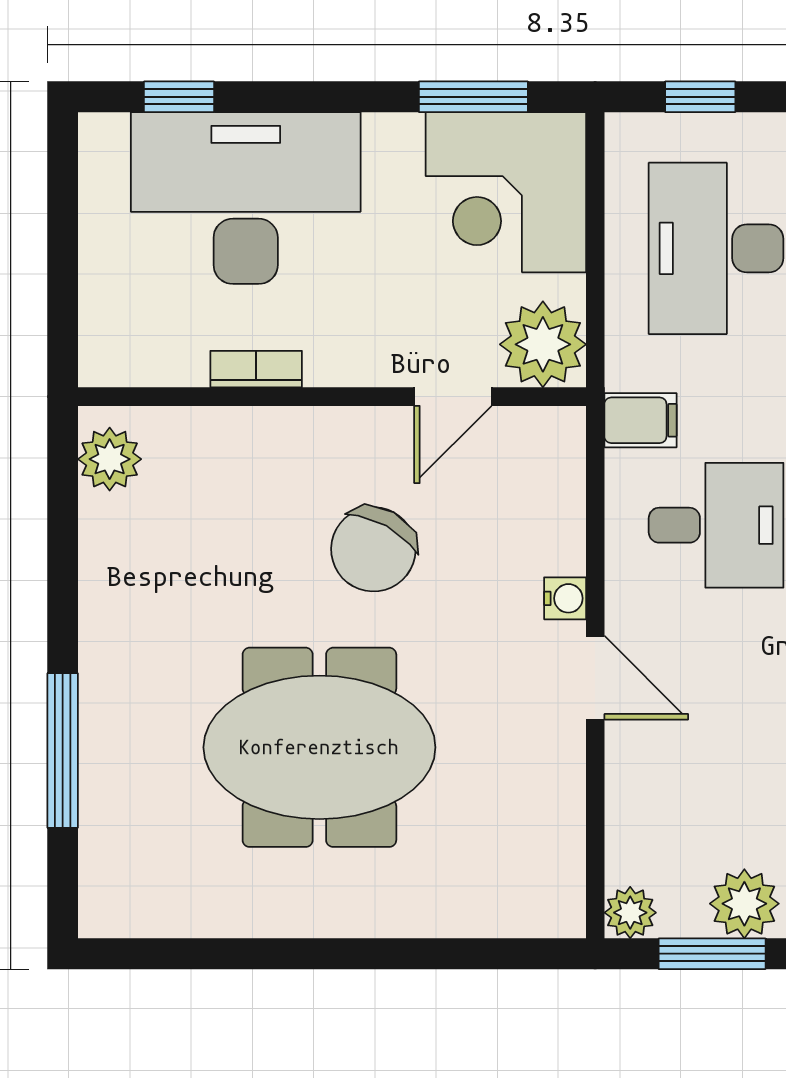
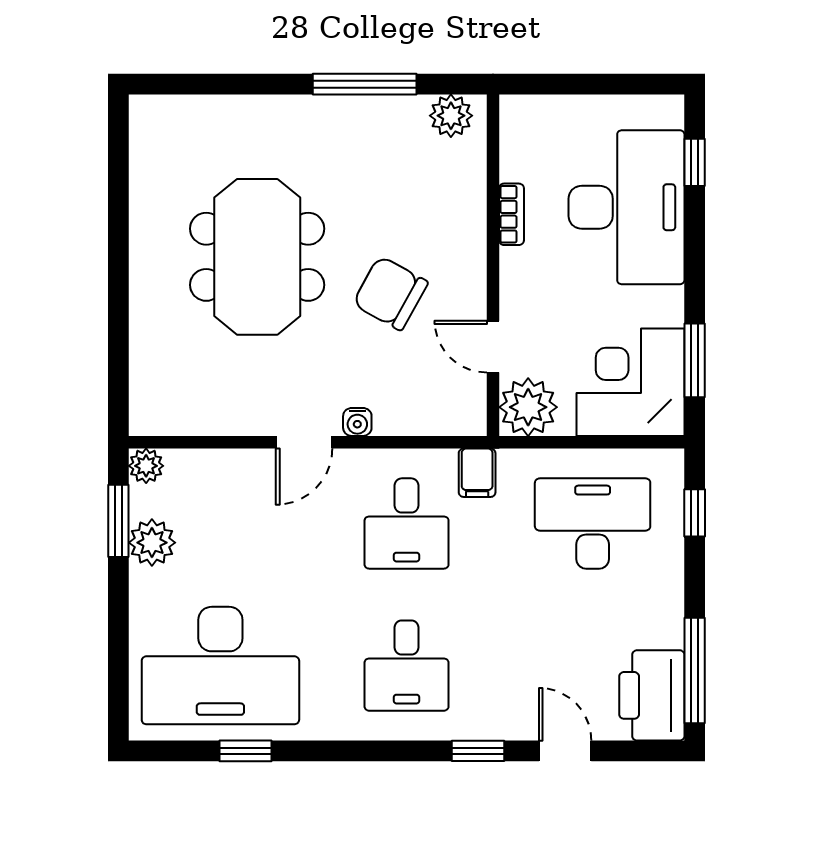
window: (63, 750) -> (365, 84), moved

